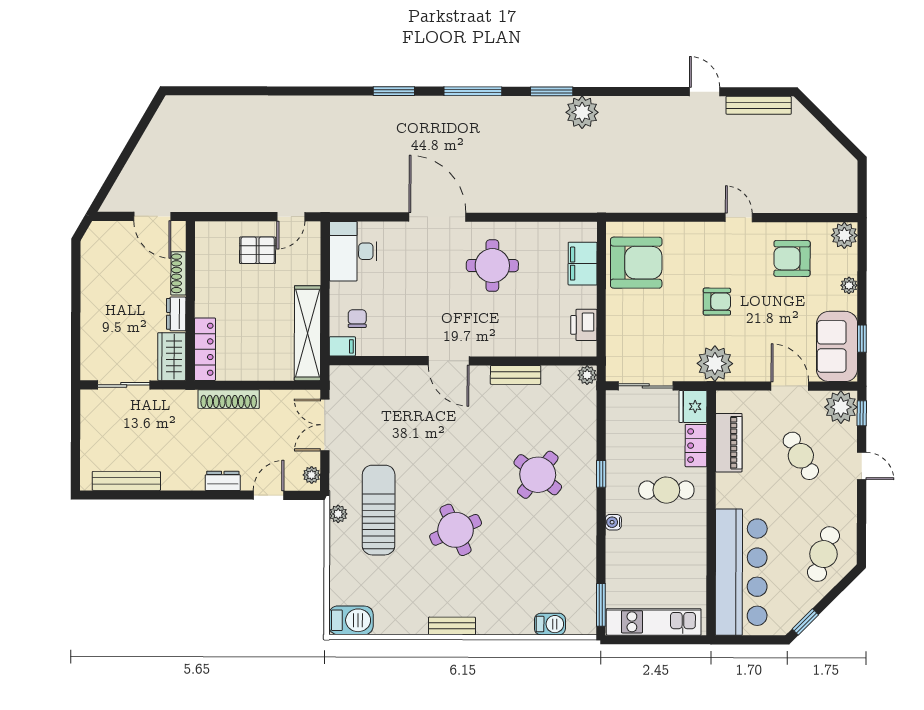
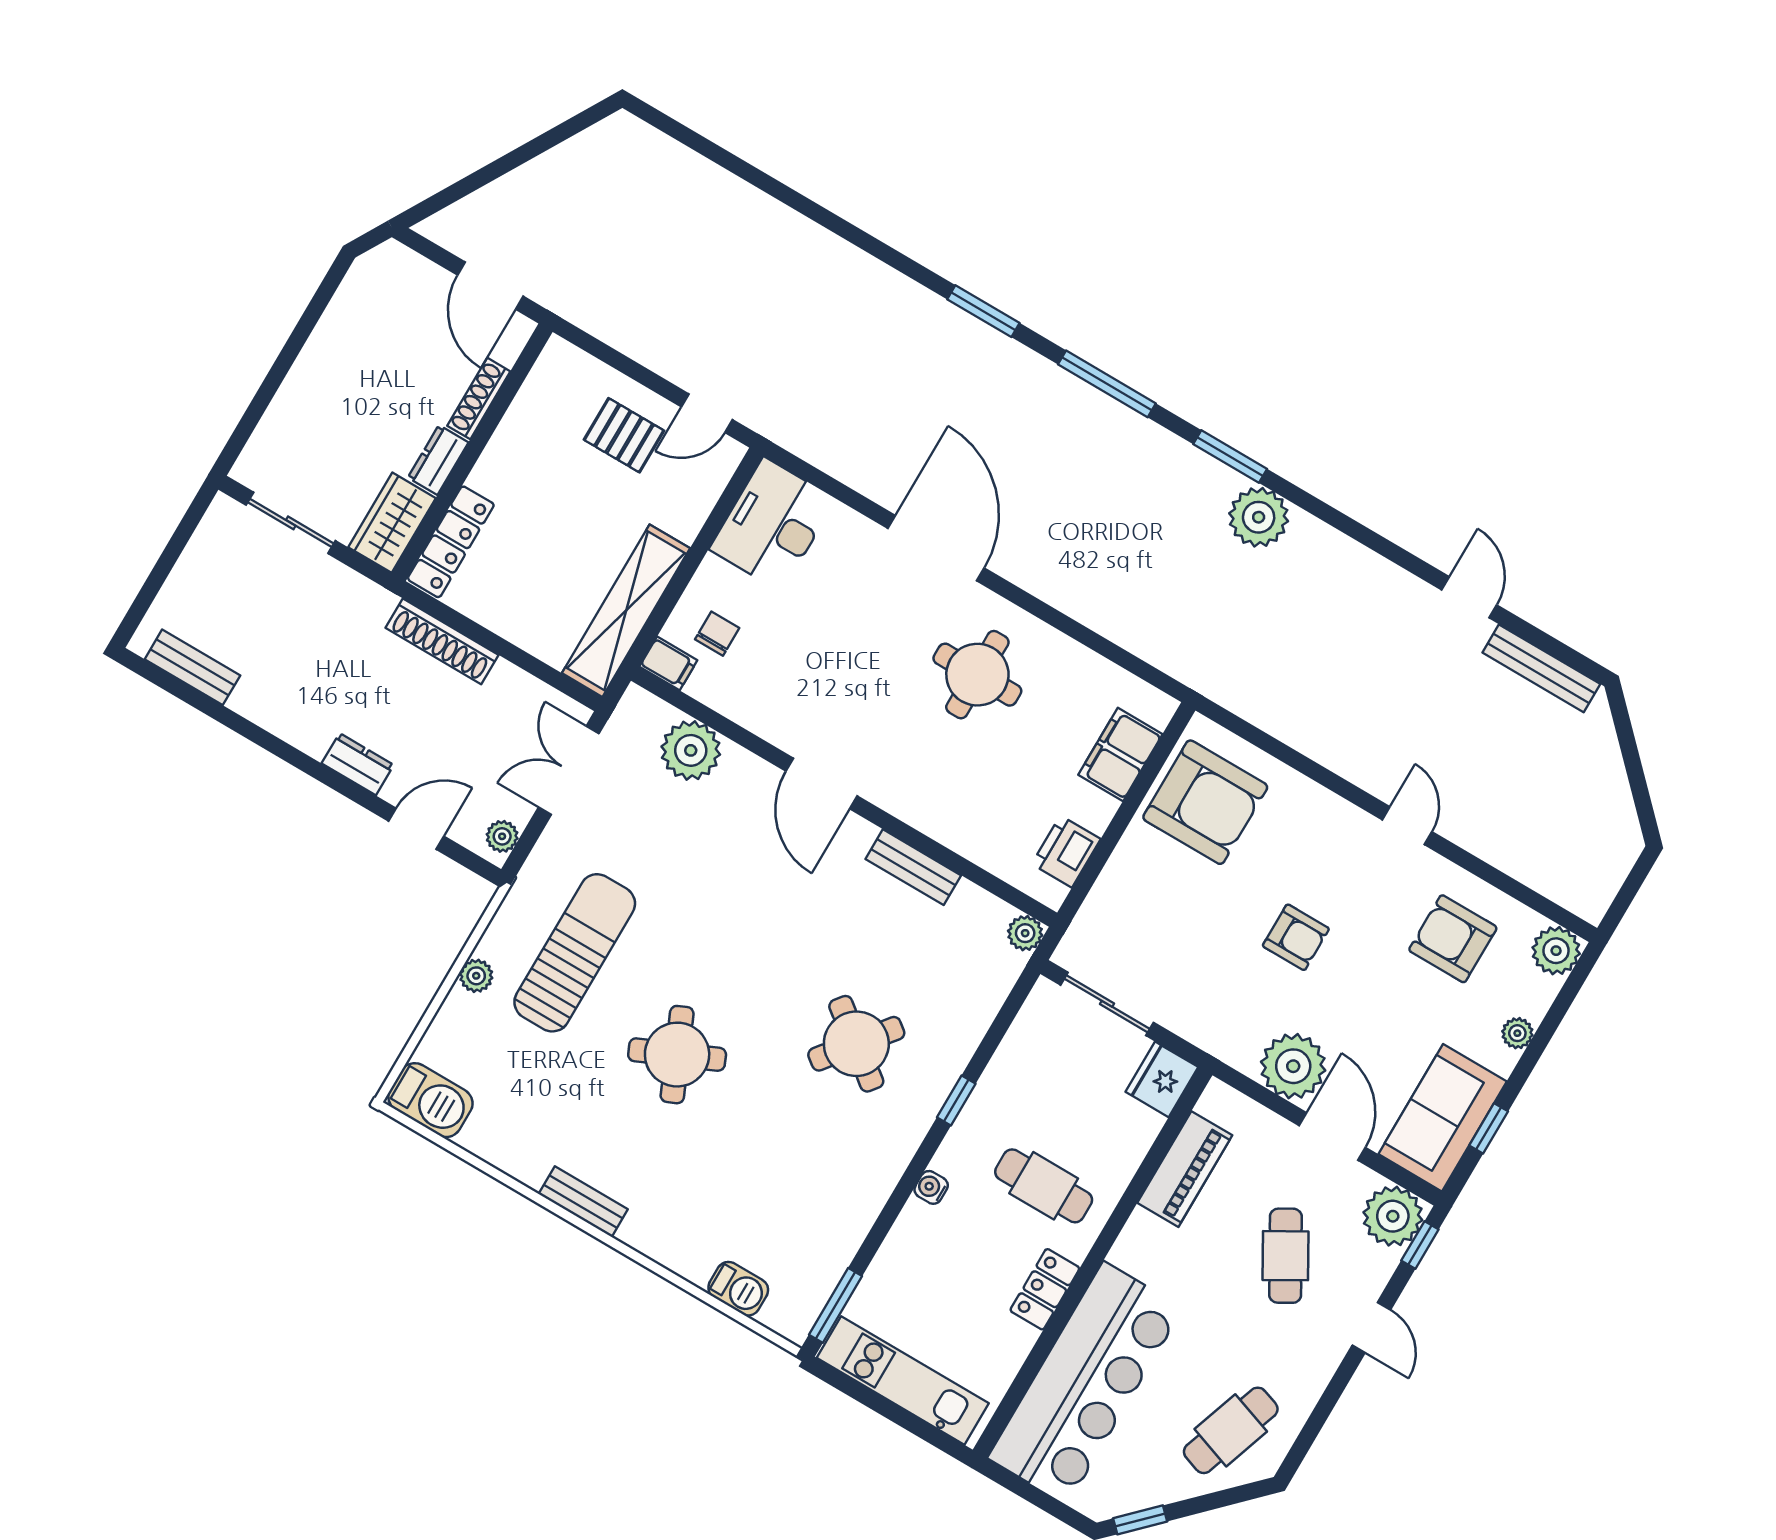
plant: (715, 364) -> (1293, 1066), moved
plant: (377, 381) -> (691, 750), added
locker: (696, 446) -> (1045, 1289), moved
bench: (126, 481) -> (192, 667), width x0.73
plant: (338, 514) -> (476, 976), moved

